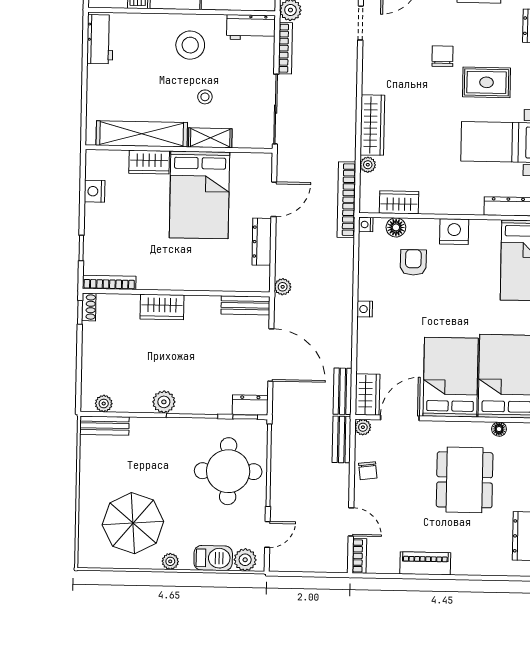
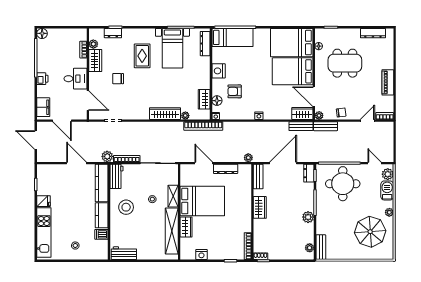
chair: (443, 56) -> (118, 79), moved
wardrobe: (162, 307) -> (260, 207), moved

